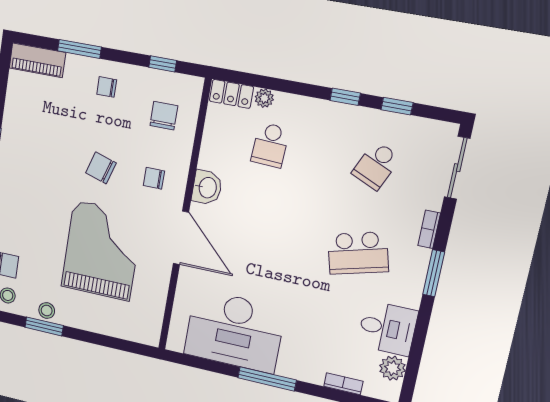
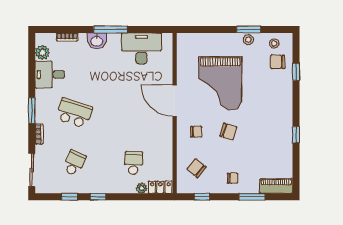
chair: (164, 116) -> (197, 168), turned 130
washbasin: (207, 188) -> (97, 41), moved, turned -90
school desk: (358, 253) -> (74, 113), turned 33
desk: (234, 331) -> (141, 48), width x0.73, depth x0.77

